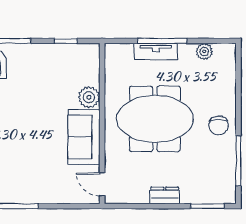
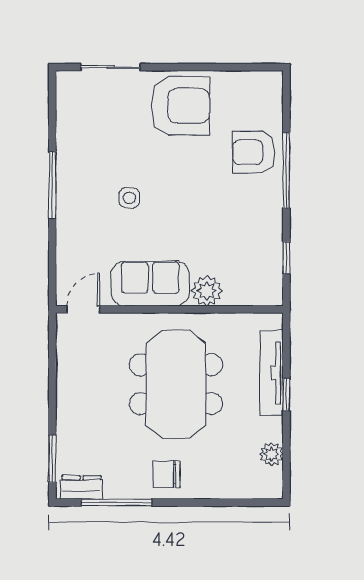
window: (162, 41) -> (286, 395), width x0.46
tv unit: (156, 51) -> (271, 373), width x1.41
side table: (23, 152) -> (129, 198), added
dresser: (165, 195) -> (81, 487), moved, turned -90

